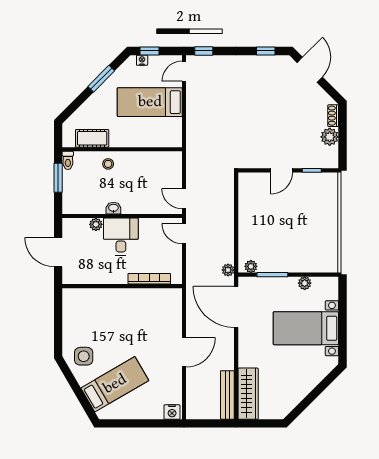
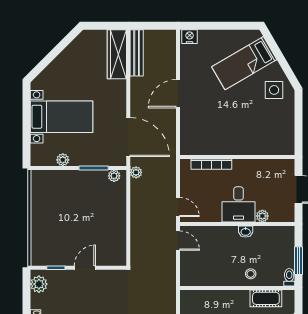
plant: (330, 137) -> (39, 284), moved

